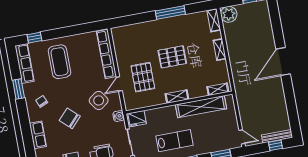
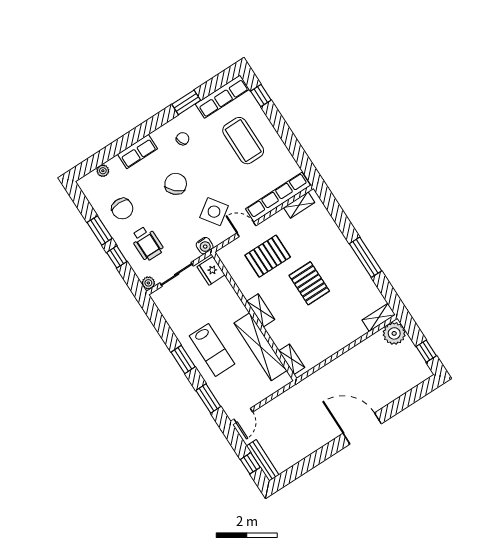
shelving: (220, 50) -> (299, 205), moved
coffee table: (60, 62) -> (243, 141), turned 90
lab bench: (174, 141) -> (212, 350), moved

